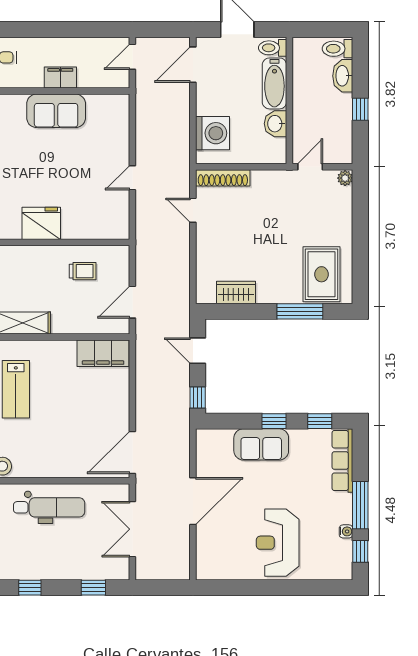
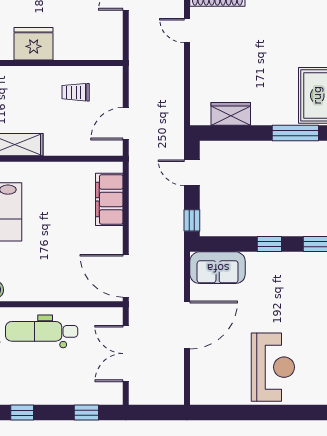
trolley: (83, 271) -> (76, 92), turned 180
filing cabinet: (103, 353) -> (109, 199), moved, turned 90
sofa: (261, 444) -> (218, 268), moved
door: (132, 453) -> (126, 276), hinge flipped
dental chair: (49, 507) -> (42, 331), turned 180
reception desk: (278, 543) -> (273, 367), turned 180

